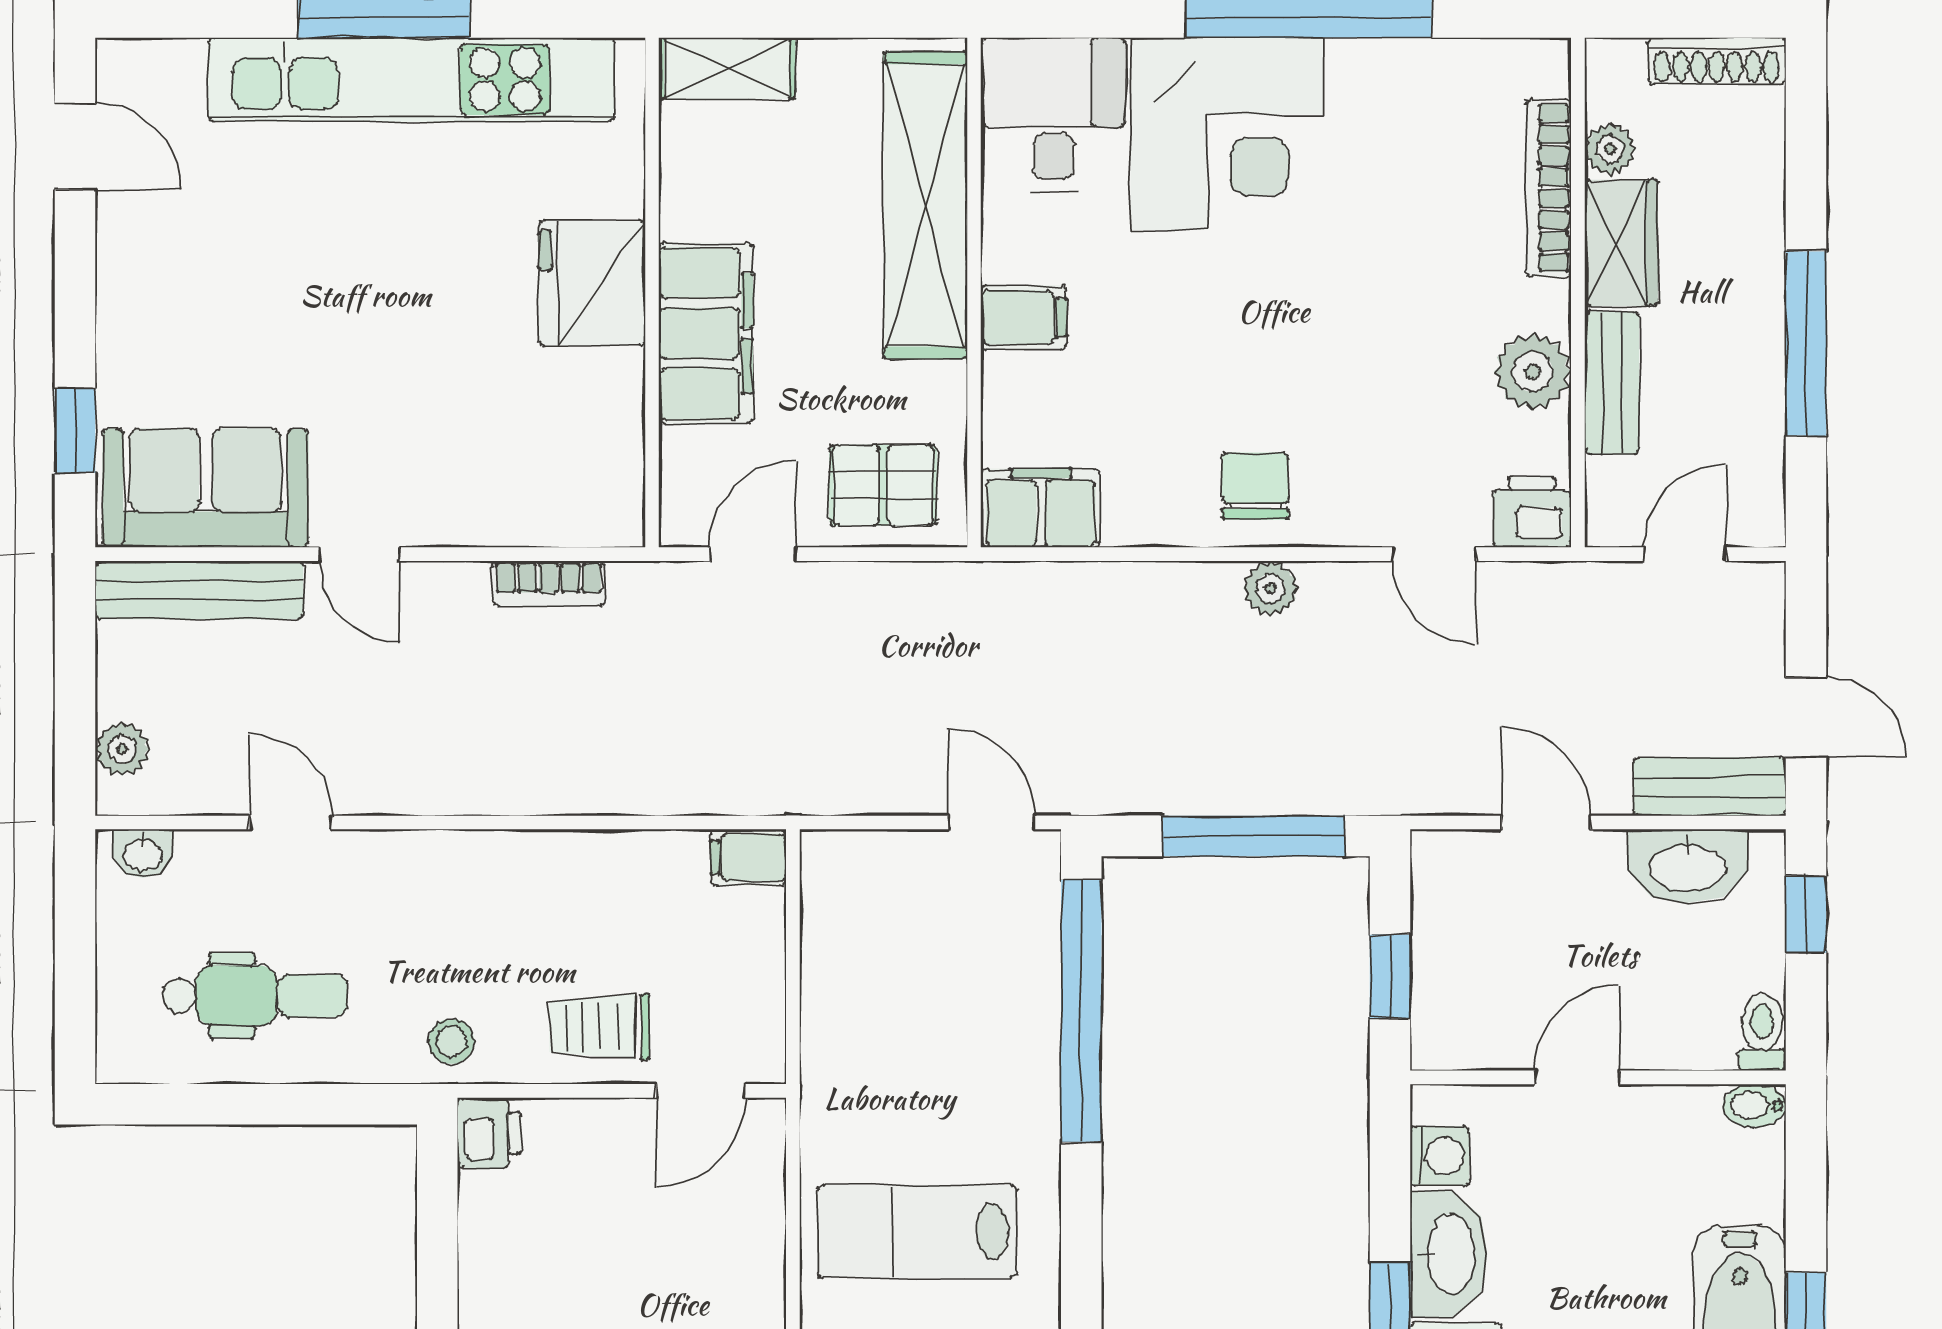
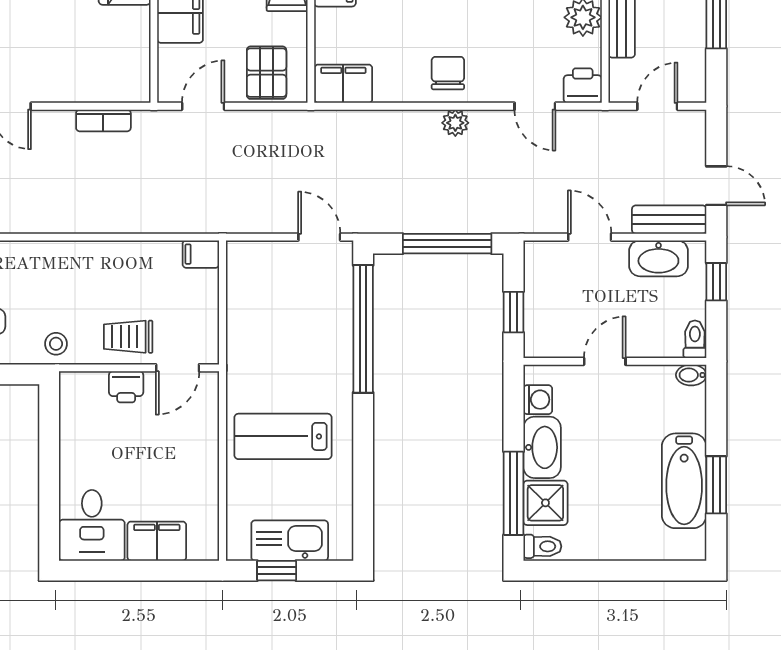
pallet: (883, 485) -> (267, 73), turned 90
printer: (489, 1133) -> (126, 387), moved, turned 90

